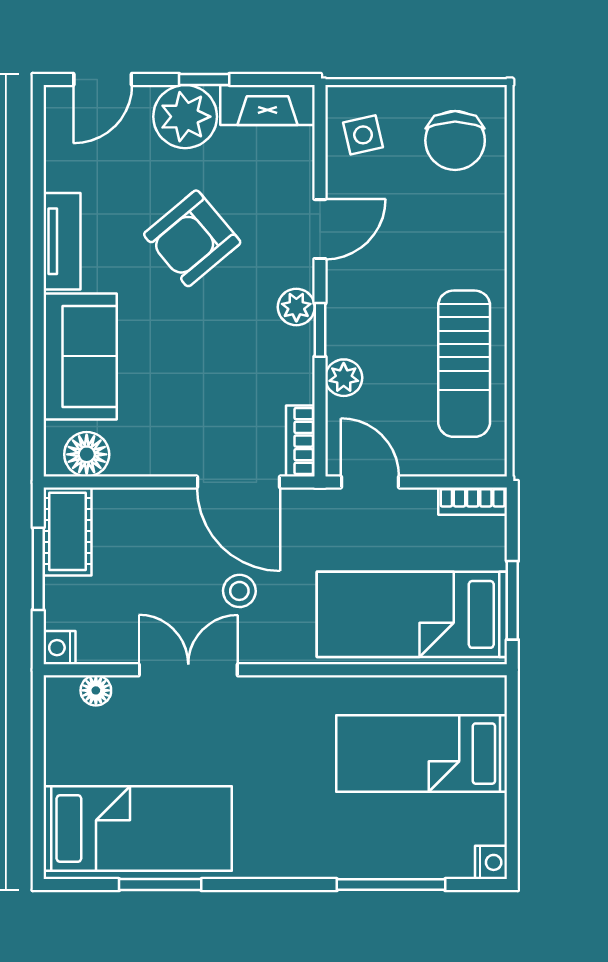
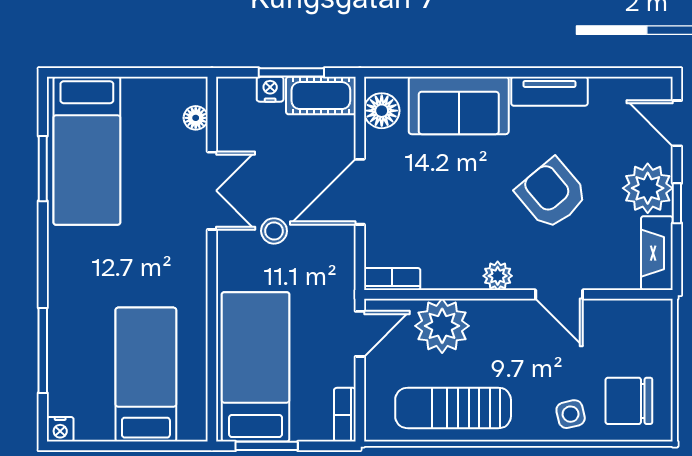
side table: (363, 135) -> (571, 414), moved
window: (320, 330) -> (480, 294), removed
plant: (344, 378) -> (442, 326), width x1.87, depth x1.87
door: (239, 482) -> (360, 192), moved
nightstand: (59, 648) -> (270, 89), moved

